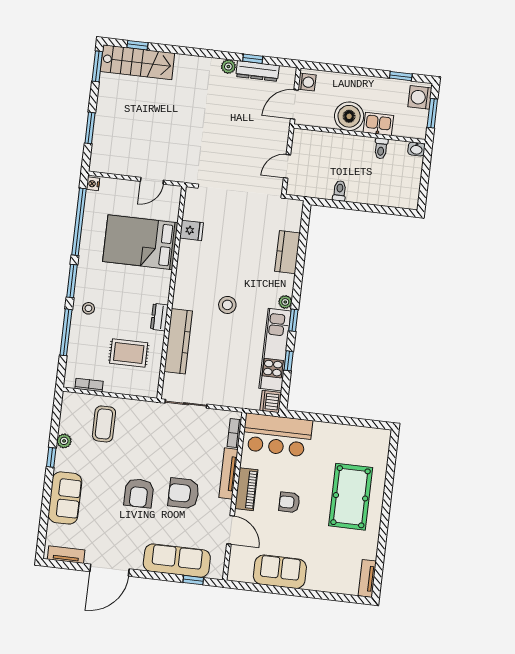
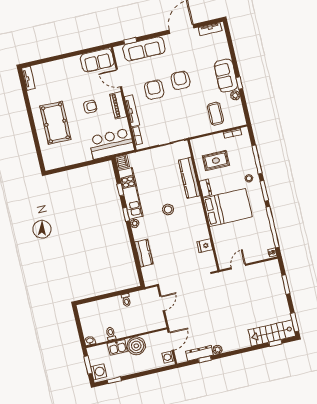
bed: (140, 242) -> (228, 207), moved
armchair: (184, 493) -> (154, 90), turned -90
sofa: (65, 498) -> (226, 76), moved
sofa: (280, 572) -> (97, 60), moved

